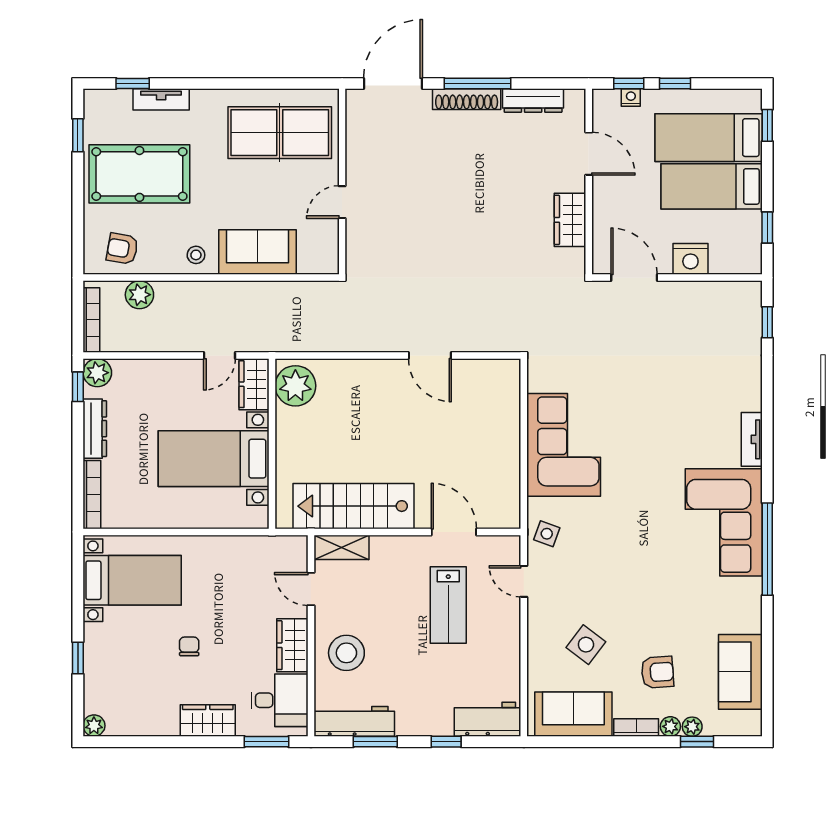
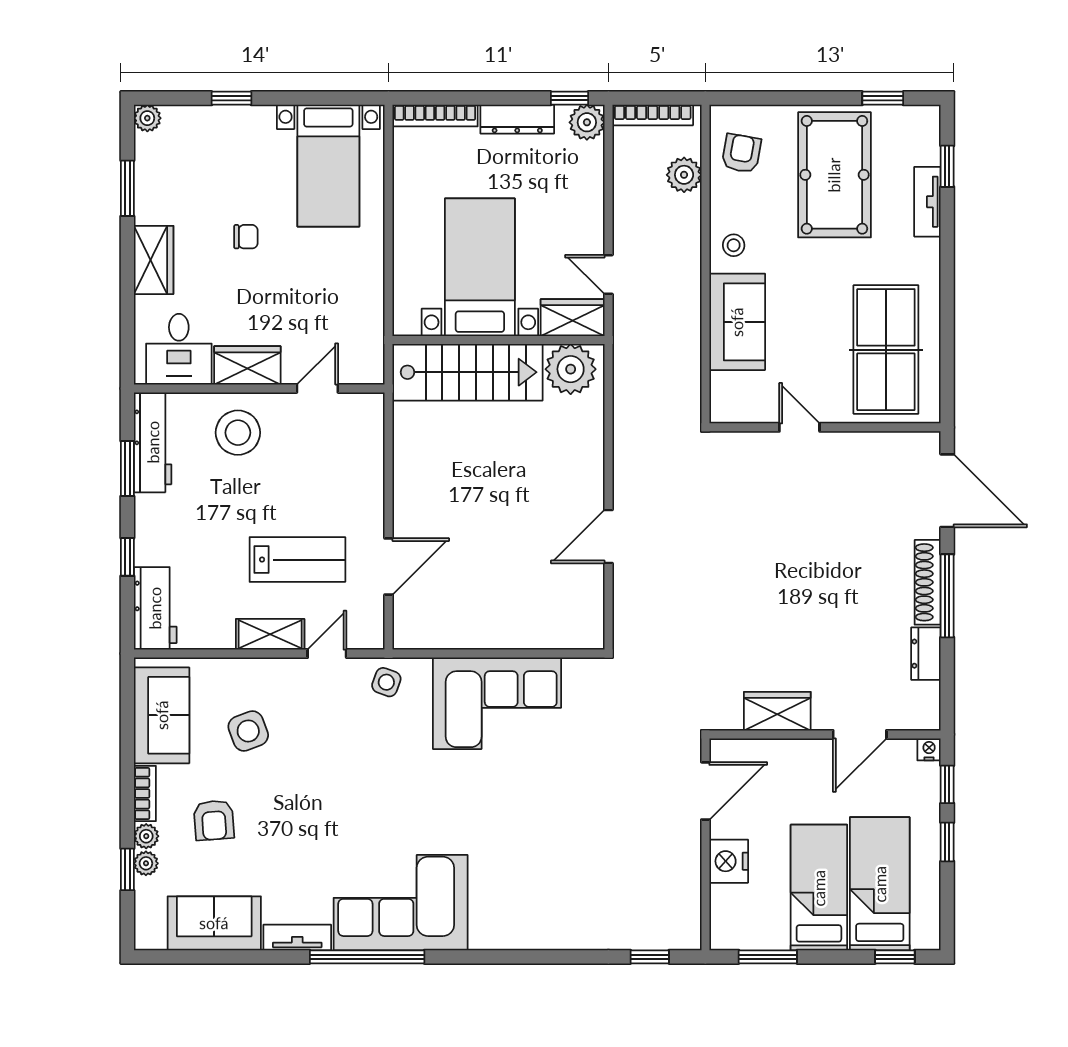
nightstand: (631, 98) -> (929, 749), moved, turned -90
dresser: (533, 101) -> (926, 654), width x0.70
window: (767, 227) -> (768, 957), width x1.50
tv unit: (752, 439) -> (297, 937), moved
stairs: (353, 506) -> (468, 372), moved, turned 90
shelving: (342, 547) -> (270, 634), moved, turned 90
lab bench: (448, 605) -> (297, 560), turned 180
side table: (586, 645) -> (248, 731), turned 32
window: (266, 742) -> (127, 188), moved

